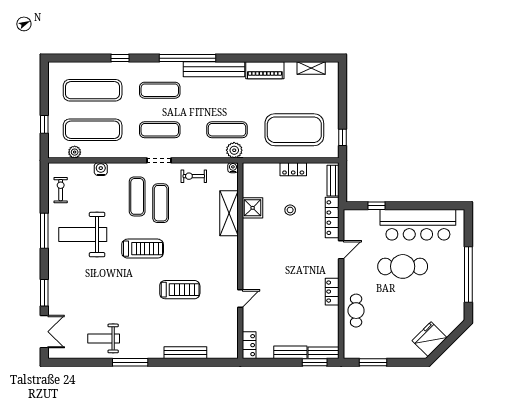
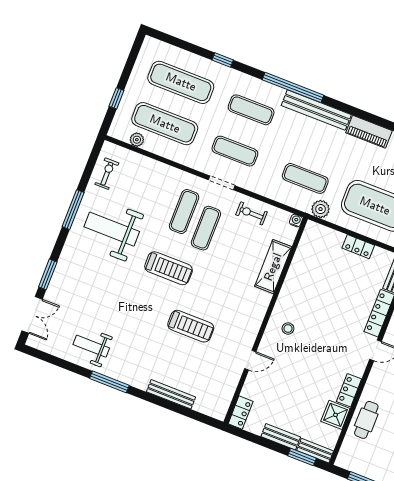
plant: (234, 150) -> (321, 209), moved
water cooler: (101, 169) -> (157, 168), removed
shower: (253, 208) -> (335, 415), moved
stool: (290, 210) -> (288, 329), moved

